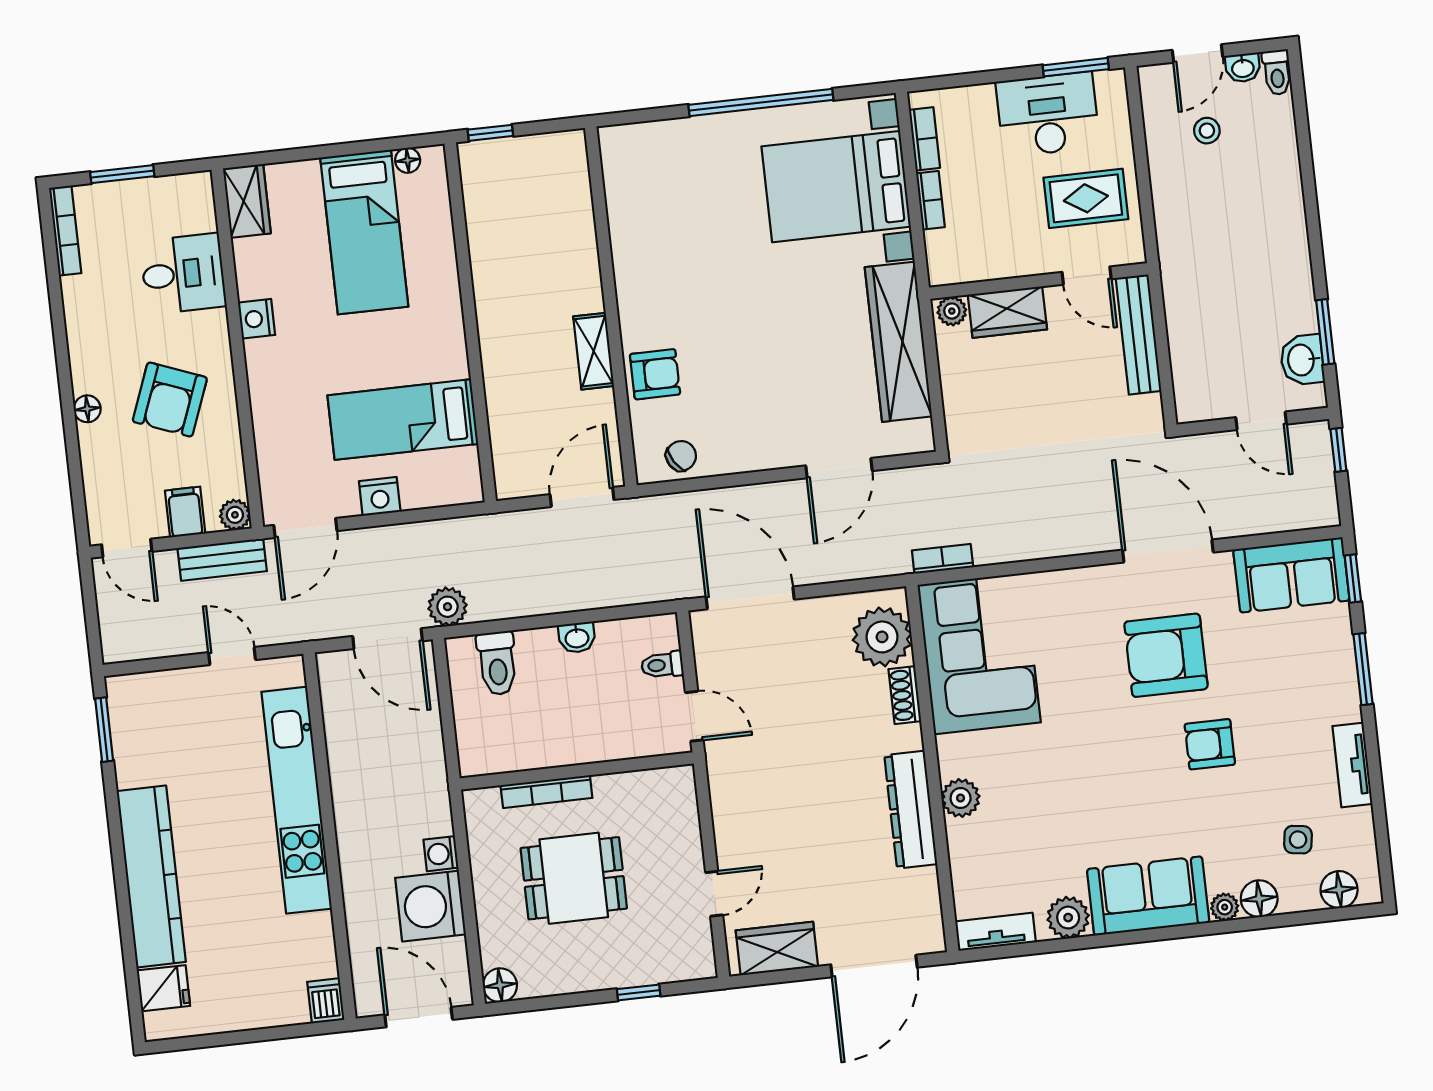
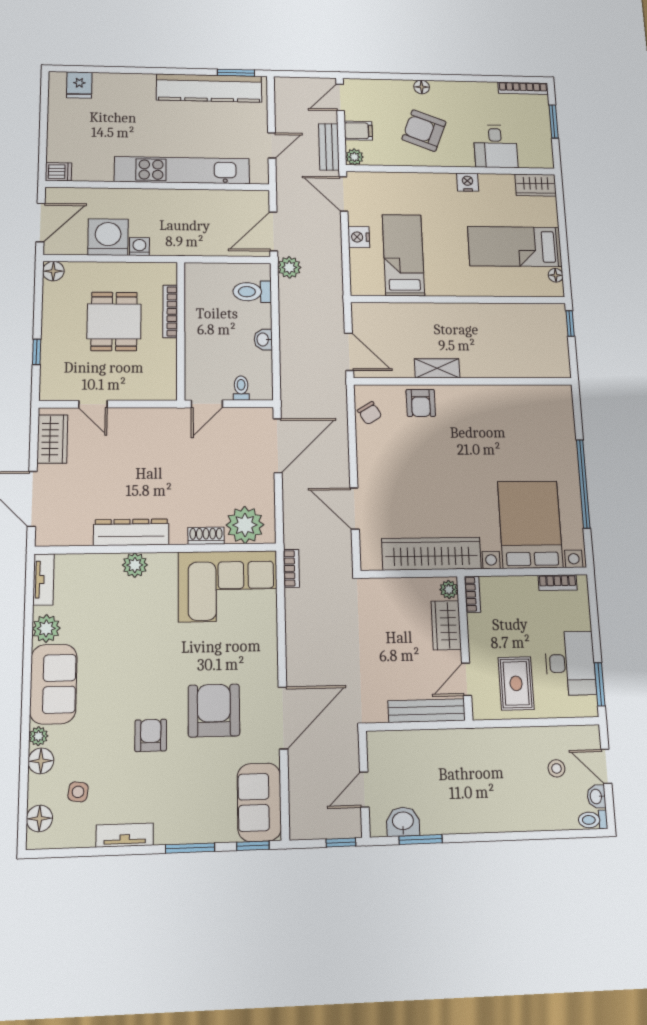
bookcase: (930, 200) -> (472, 594), moved, turned -90
kitchen counter: (151, 877) -> (209, 88), moved

